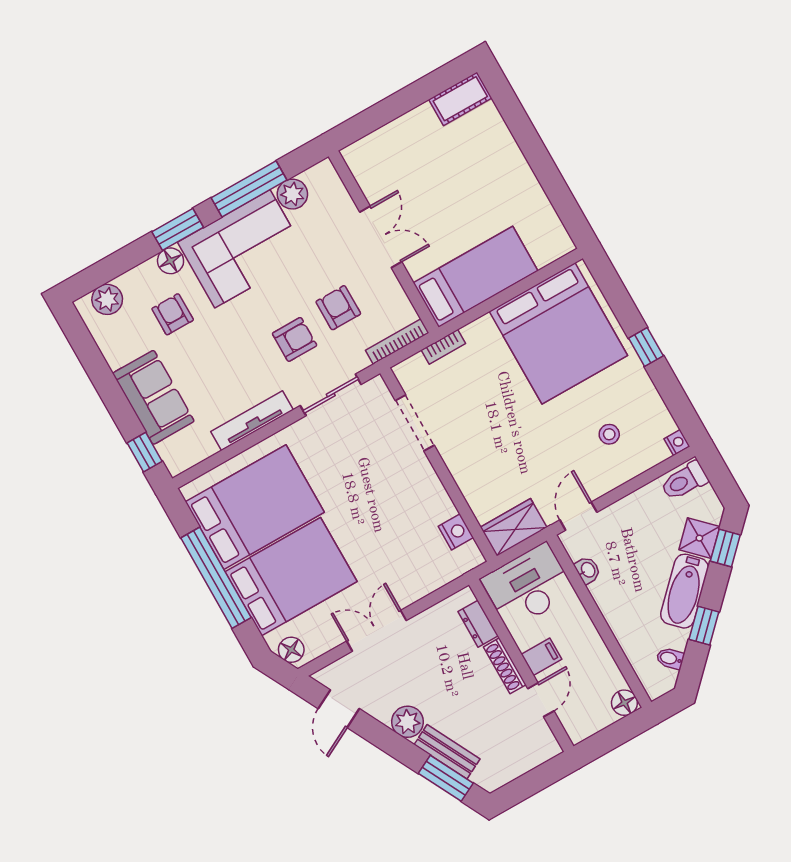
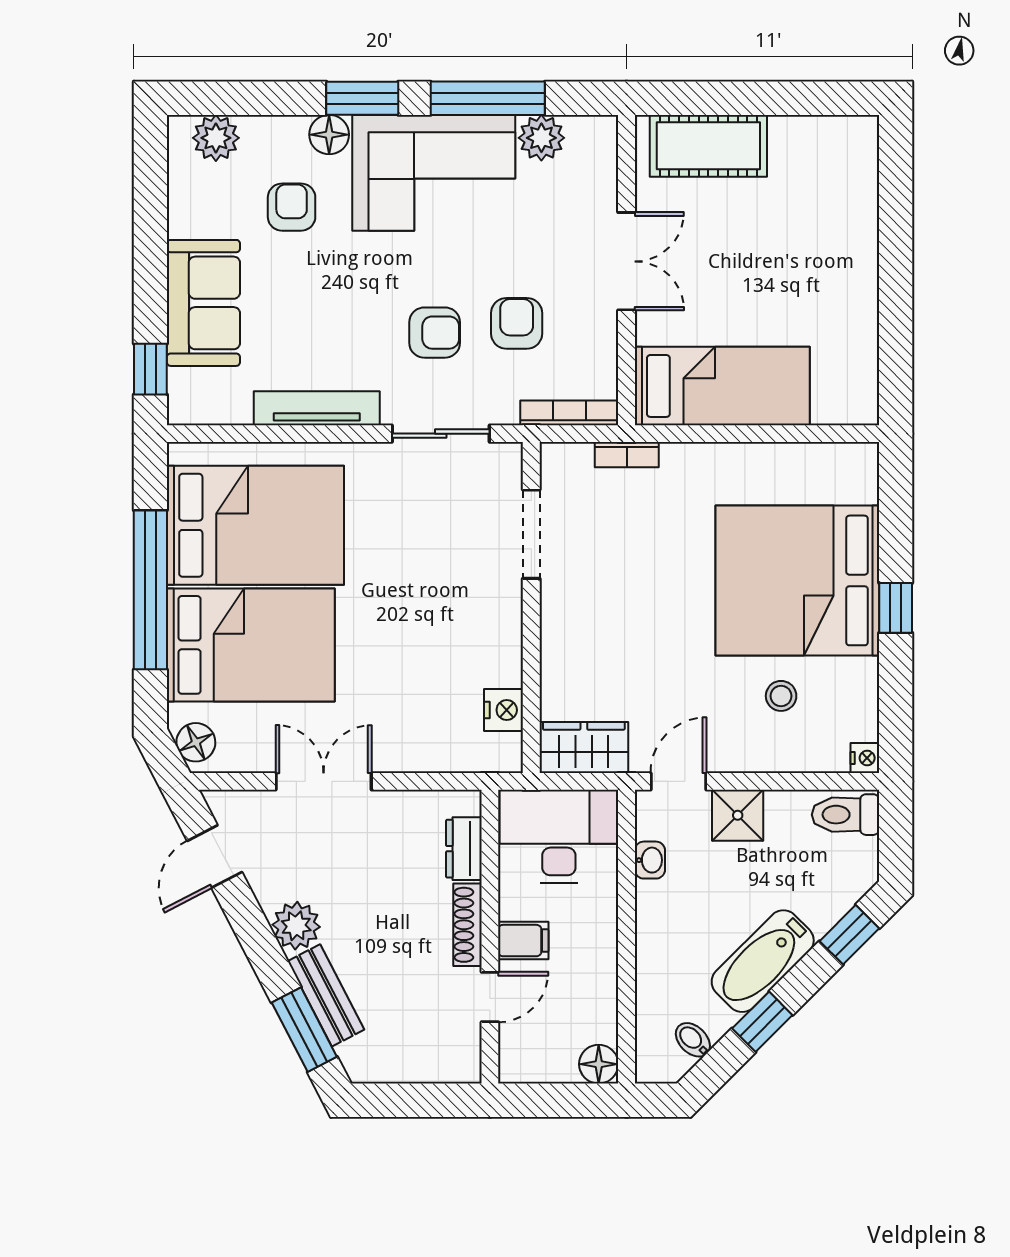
cot: (460, 99) -> (708, 146), moved, width x1.37, depth x1.34
bed: (558, 333) -> (797, 580), moved, turned 90
shower: (699, 538) -> (738, 815), moved, turned 45

